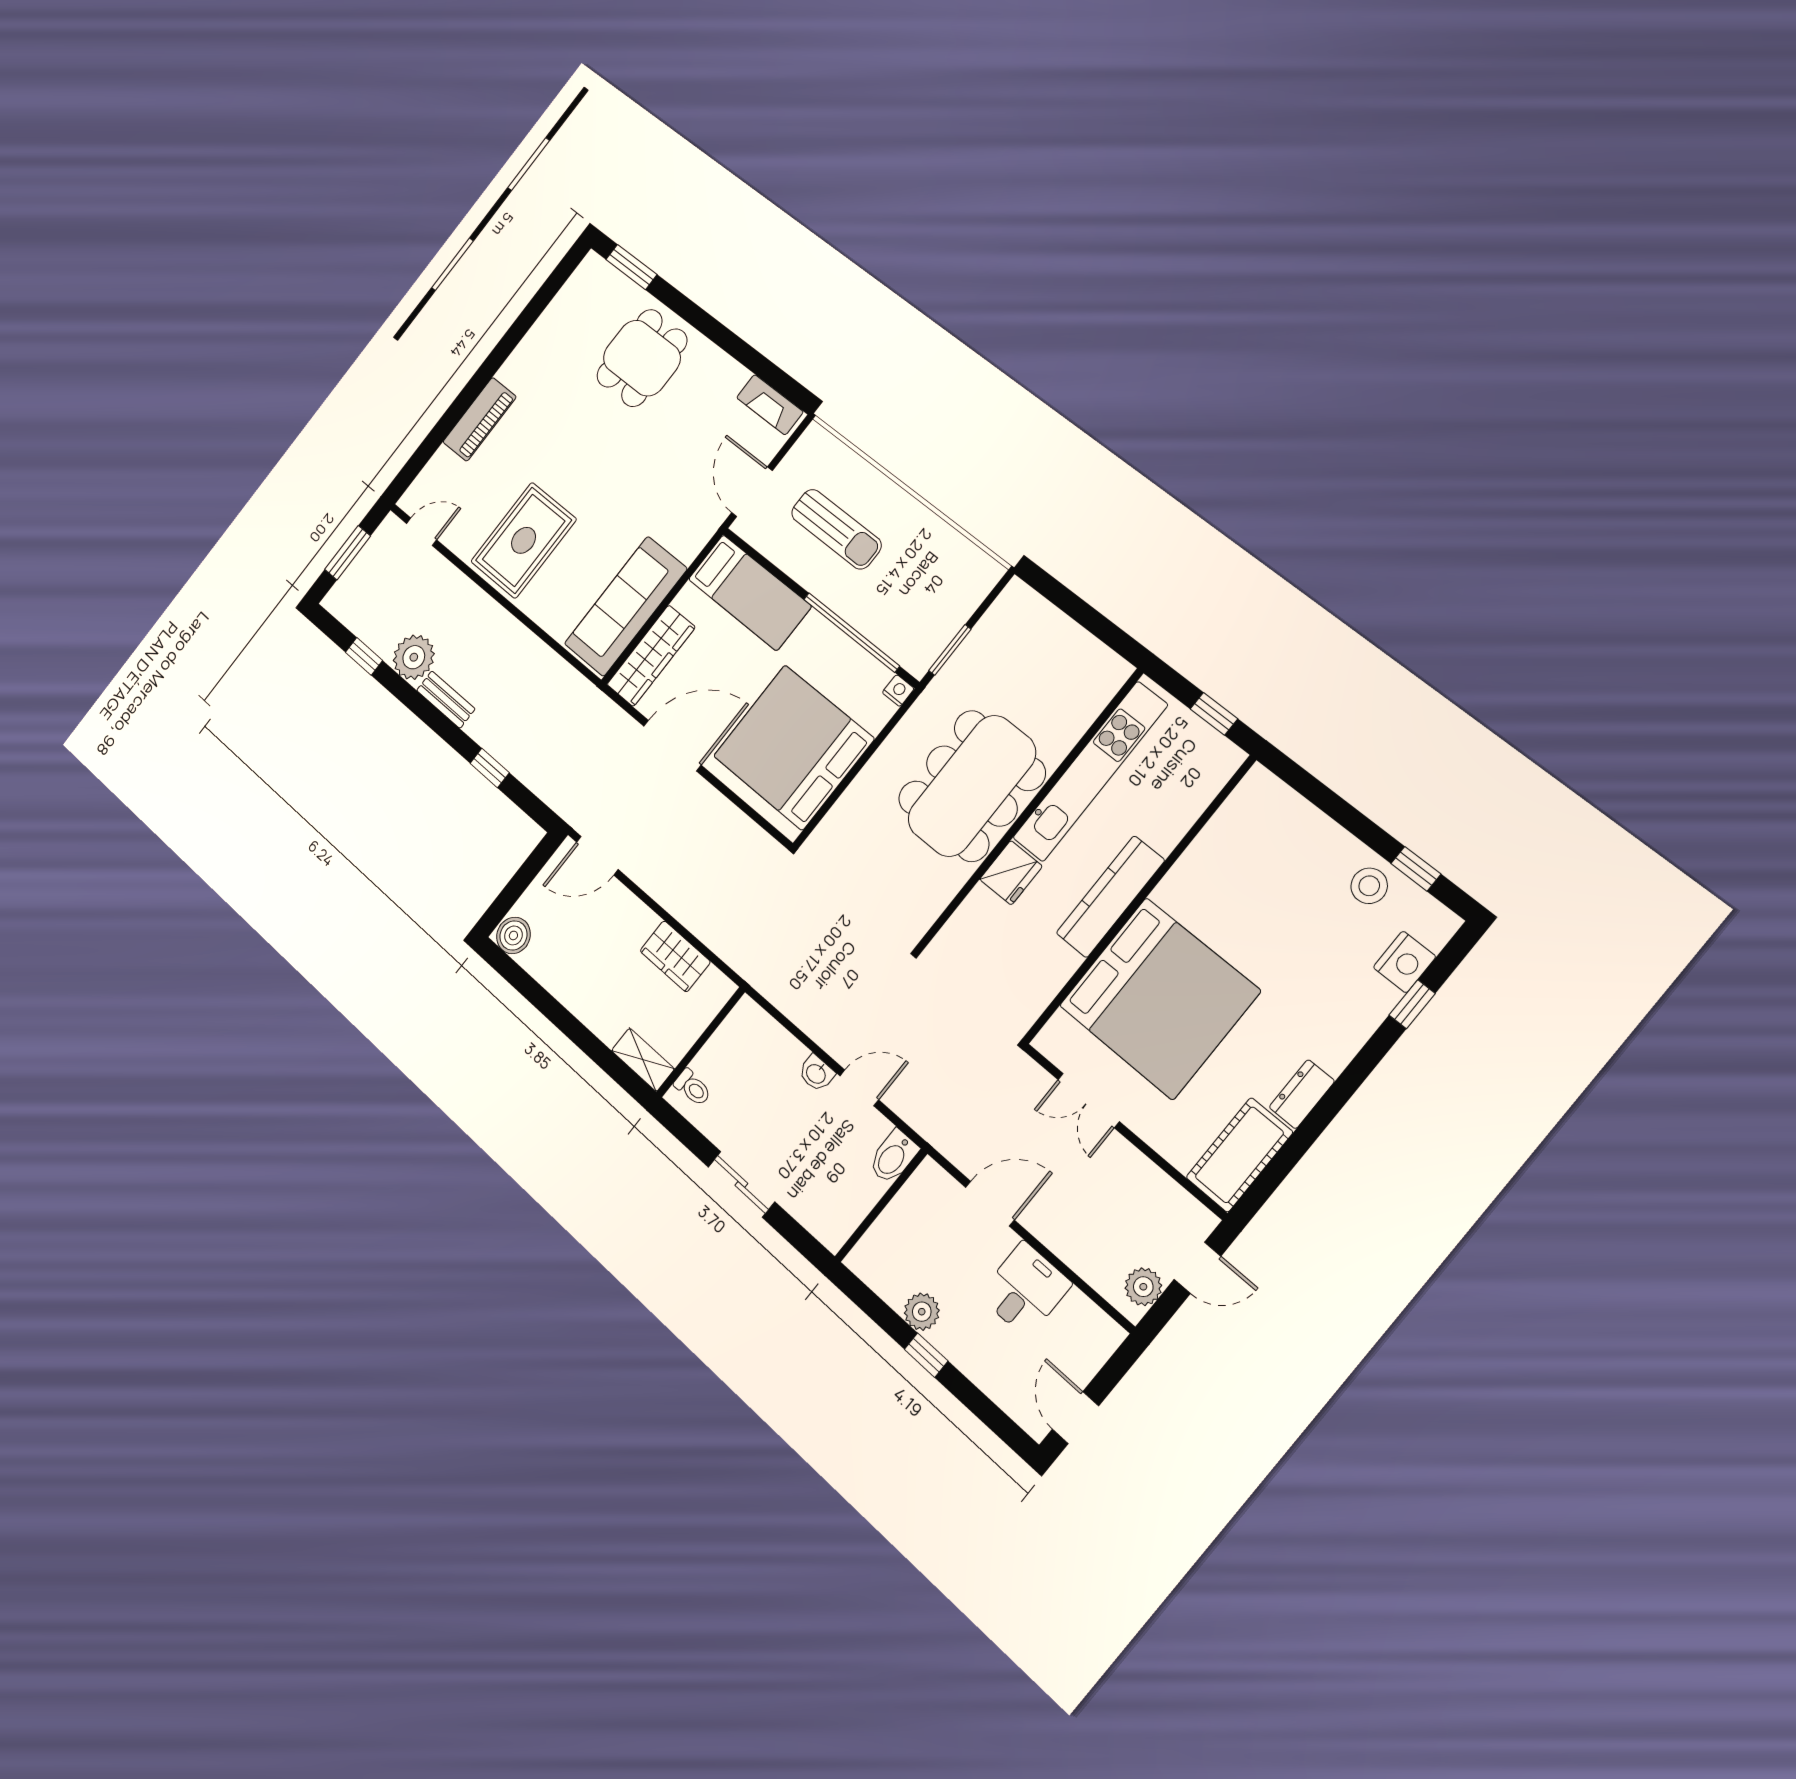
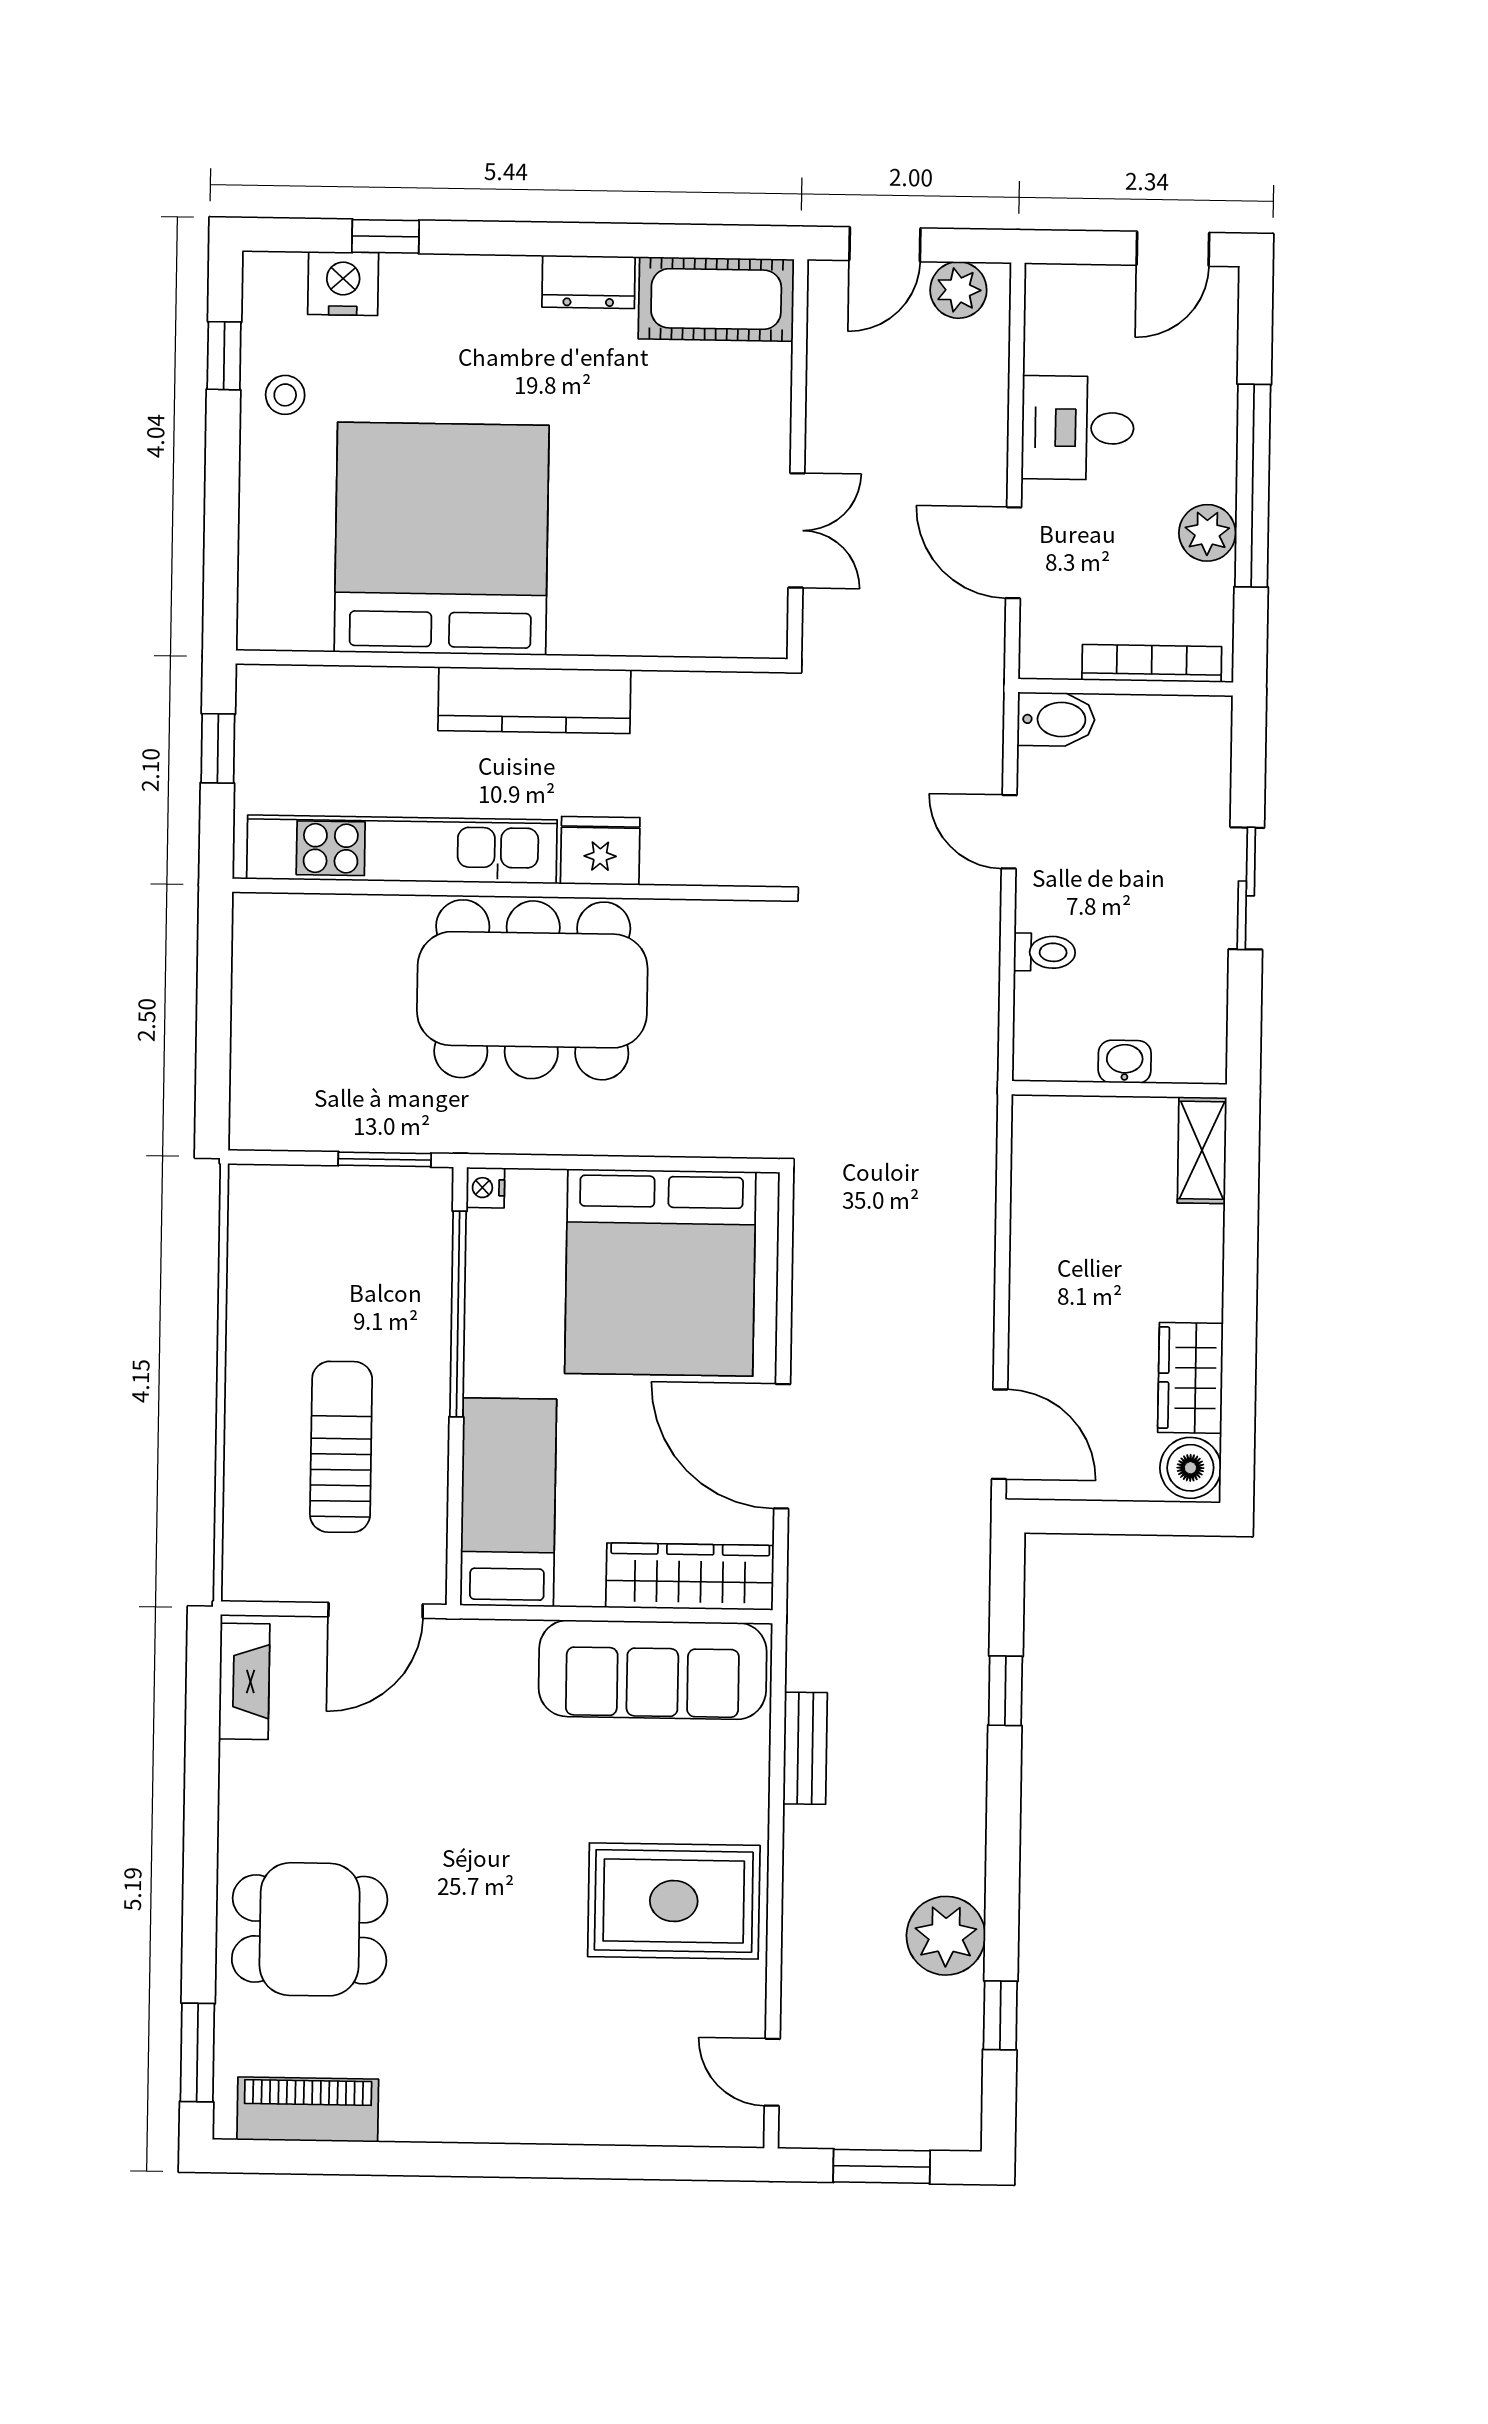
piano: (480, 419) -> (308, 2110), moved
bench: (446, 700) -> (805, 1748), moved
stool: (1369, 886) -> (285, 395), width x0.73, depth x0.73
wardrobe: (675, 956) -> (1190, 1378), moved, turned 180
bed: (1159, 998) -> (442, 539), moved
washbasin: (816, 1073) -> (1125, 1062), moved, turned -90
toilet: (693, 1088) -> (1044, 952), moved, turned 90
bookcase: (882, 1229) -> (1152, 663), added
door: (1197, 1268) -> (885, 244), swing flipped
window: (926, 1355) -> (1253, 486), width x3.17

